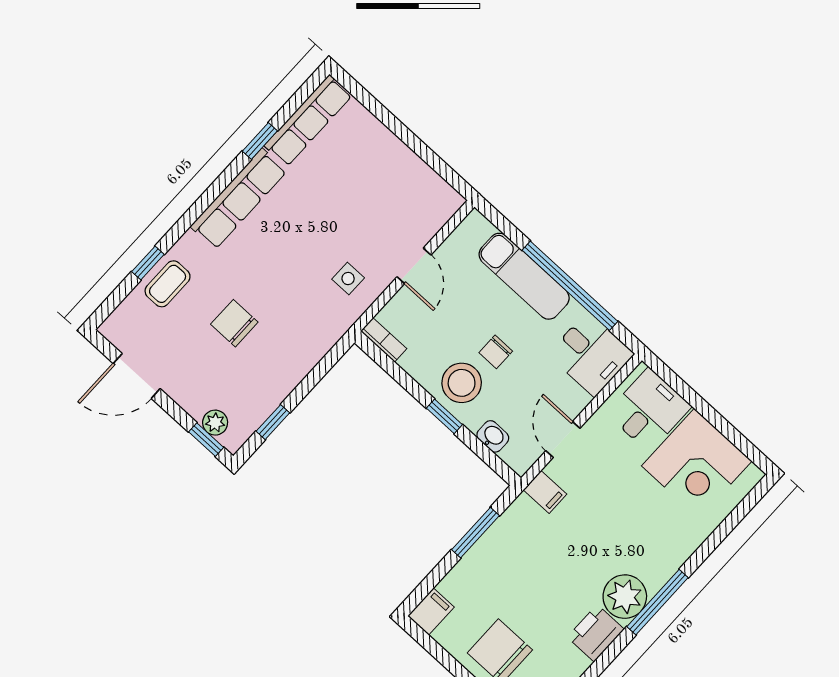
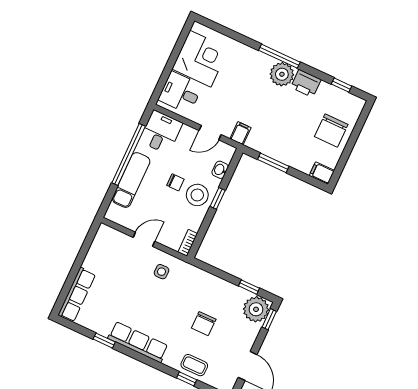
row of seats: (308, 120) -> (77, 295), moved, turned 90
plant: (215, 423) -> (256, 309), width x1.88, depth x1.88

